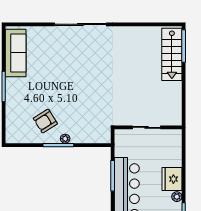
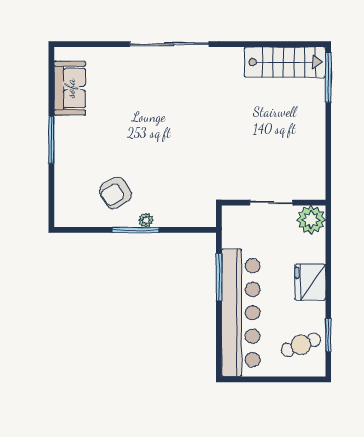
sofa: (16, 53) -> (70, 88), width x0.73
stairs: (172, 54) -> (285, 62), moved, turned -90
plant: (177, 197) -> (311, 220), moved, width x1.87, depth x1.87

